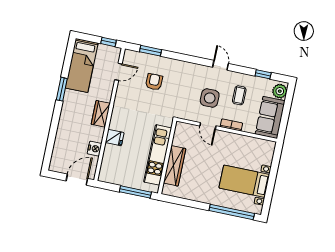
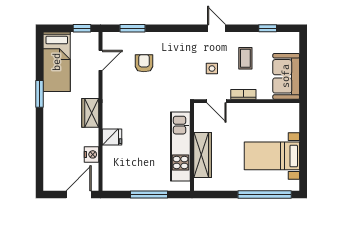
plant: (280, 91) -> (291, 44), removed
side table: (210, 98) -> (212, 69), width x0.54, depth x0.54
kitchen unit: (158, 155) -> (180, 147), moved
wall: (167, 157) -> (192, 147), moved
wardrobe: (175, 166) -> (203, 155), moved

